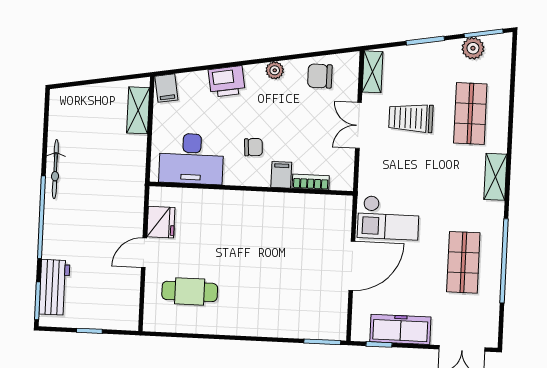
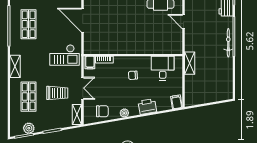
shelving: (138, 110) -> (190, 63), moved
desk: (191, 159) -> (163, 68), width x0.73
bicycle: (55, 169) -> (228, 43), moved
filing cabinet: (281, 175) -> (90, 63), moved
checkout: (388, 218) -> (64, 55), moved, turned 180
fridge: (161, 222) -> (176, 37), removed
door: (144, 253) -> (183, 22), swing flipped
door: (352, 266) -> (83, 20), hinge flipped

